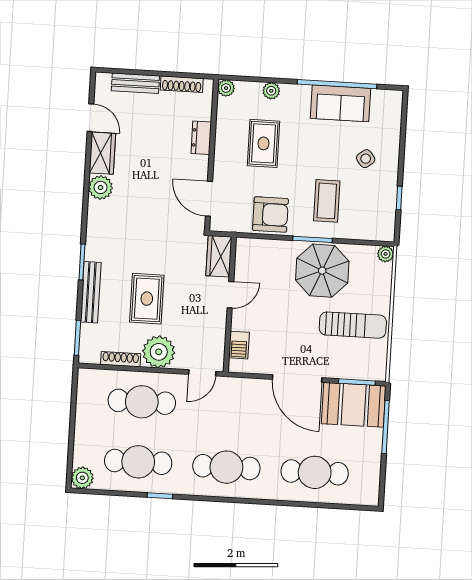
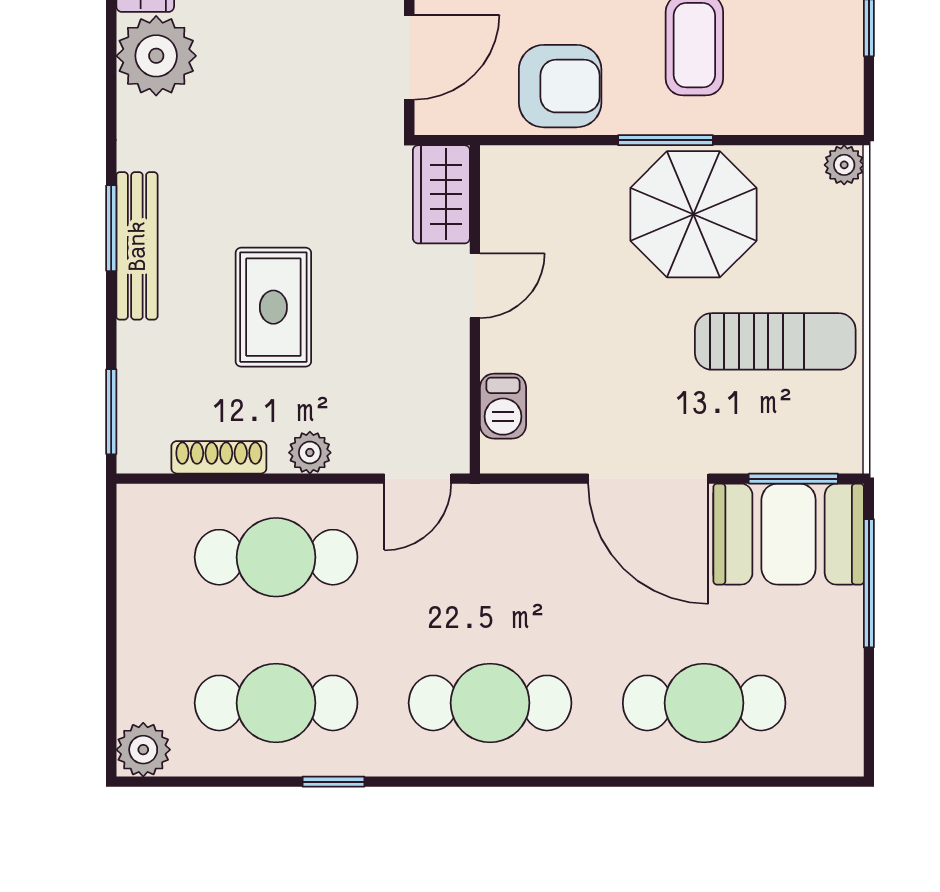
plant: (101, 187) -> (156, 56), width x1.36, depth x1.36
door: (209, 199) -> (409, 57), swing flipped
bench: (91, 292) -> (137, 246), moved
plant: (159, 352) -> (310, 453), width x0.53, depth x0.53

